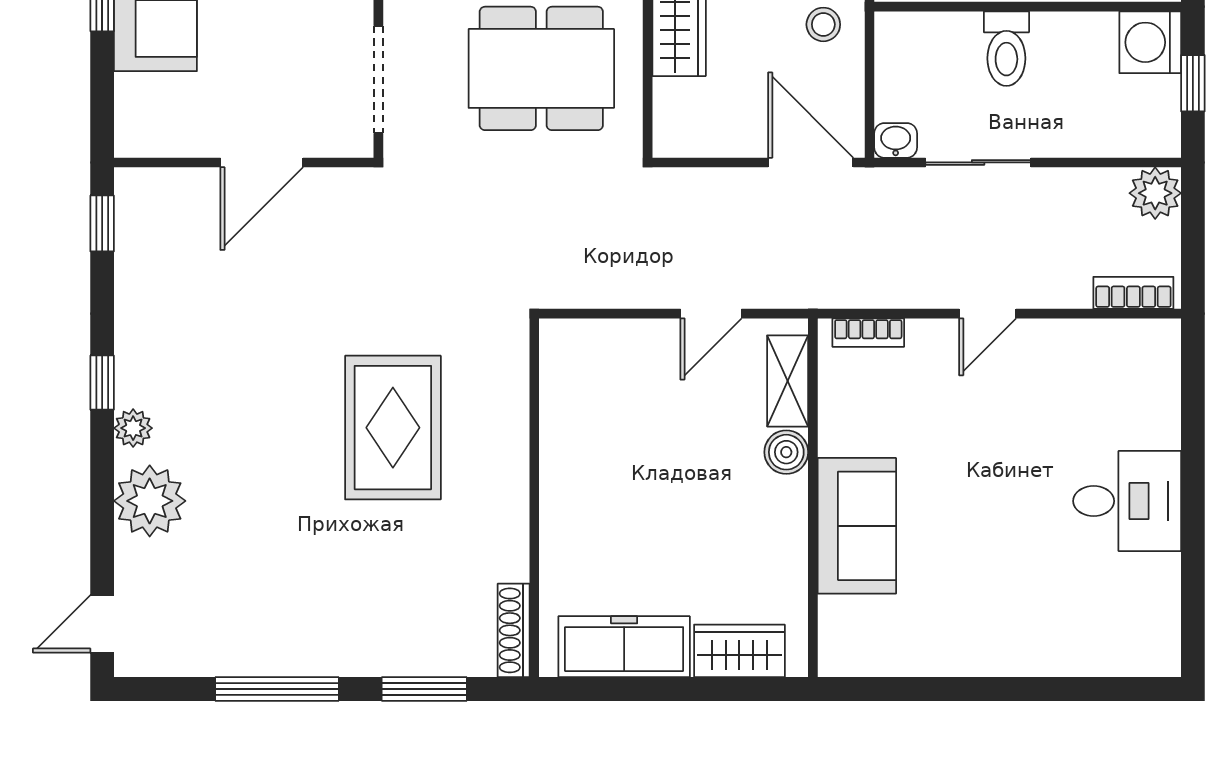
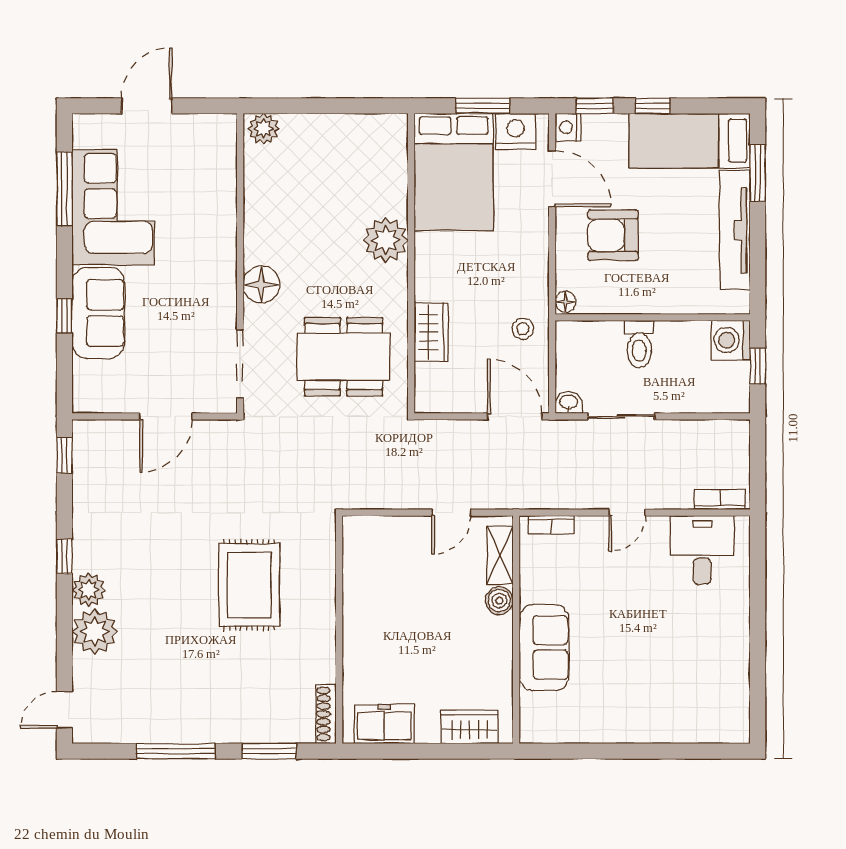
plant: (1155, 193) -> (734, 436), removed
plant: (133, 428) -> (89, 590), width x1.38, depth x1.38
desk: (1127, 501) -> (702, 550), moved, turned -90
freezer: (624, 647) -> (384, 724), width x0.71

